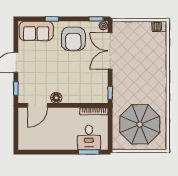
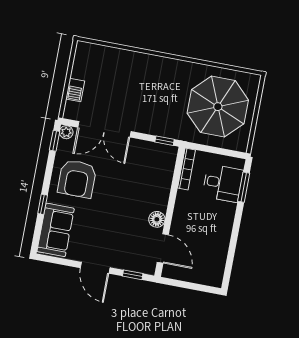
barbecue: (159, 26) -> (75, 90), moved
armchair: (73, 39) -> (77, 179), turned 90

